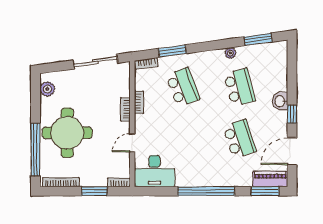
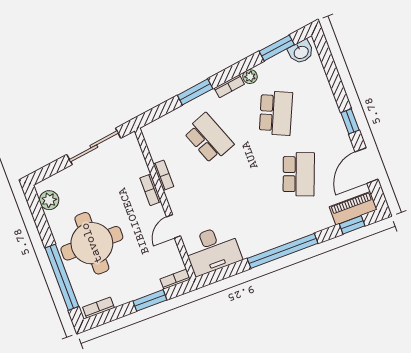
window: (172, 51) -> (195, 92), moved
bookcase: (146, 63) -> (229, 86), moved
school desk: (239, 87) -> (276, 113), turned 39
washbasin: (280, 101) -> (301, 52), moved, turned -98
school desk: (239, 139) -> (299, 174), turned 39
bookcase: (61, 182) -> (98, 308), width x0.64
window: (265, 191) -> (352, 225), width x0.67

